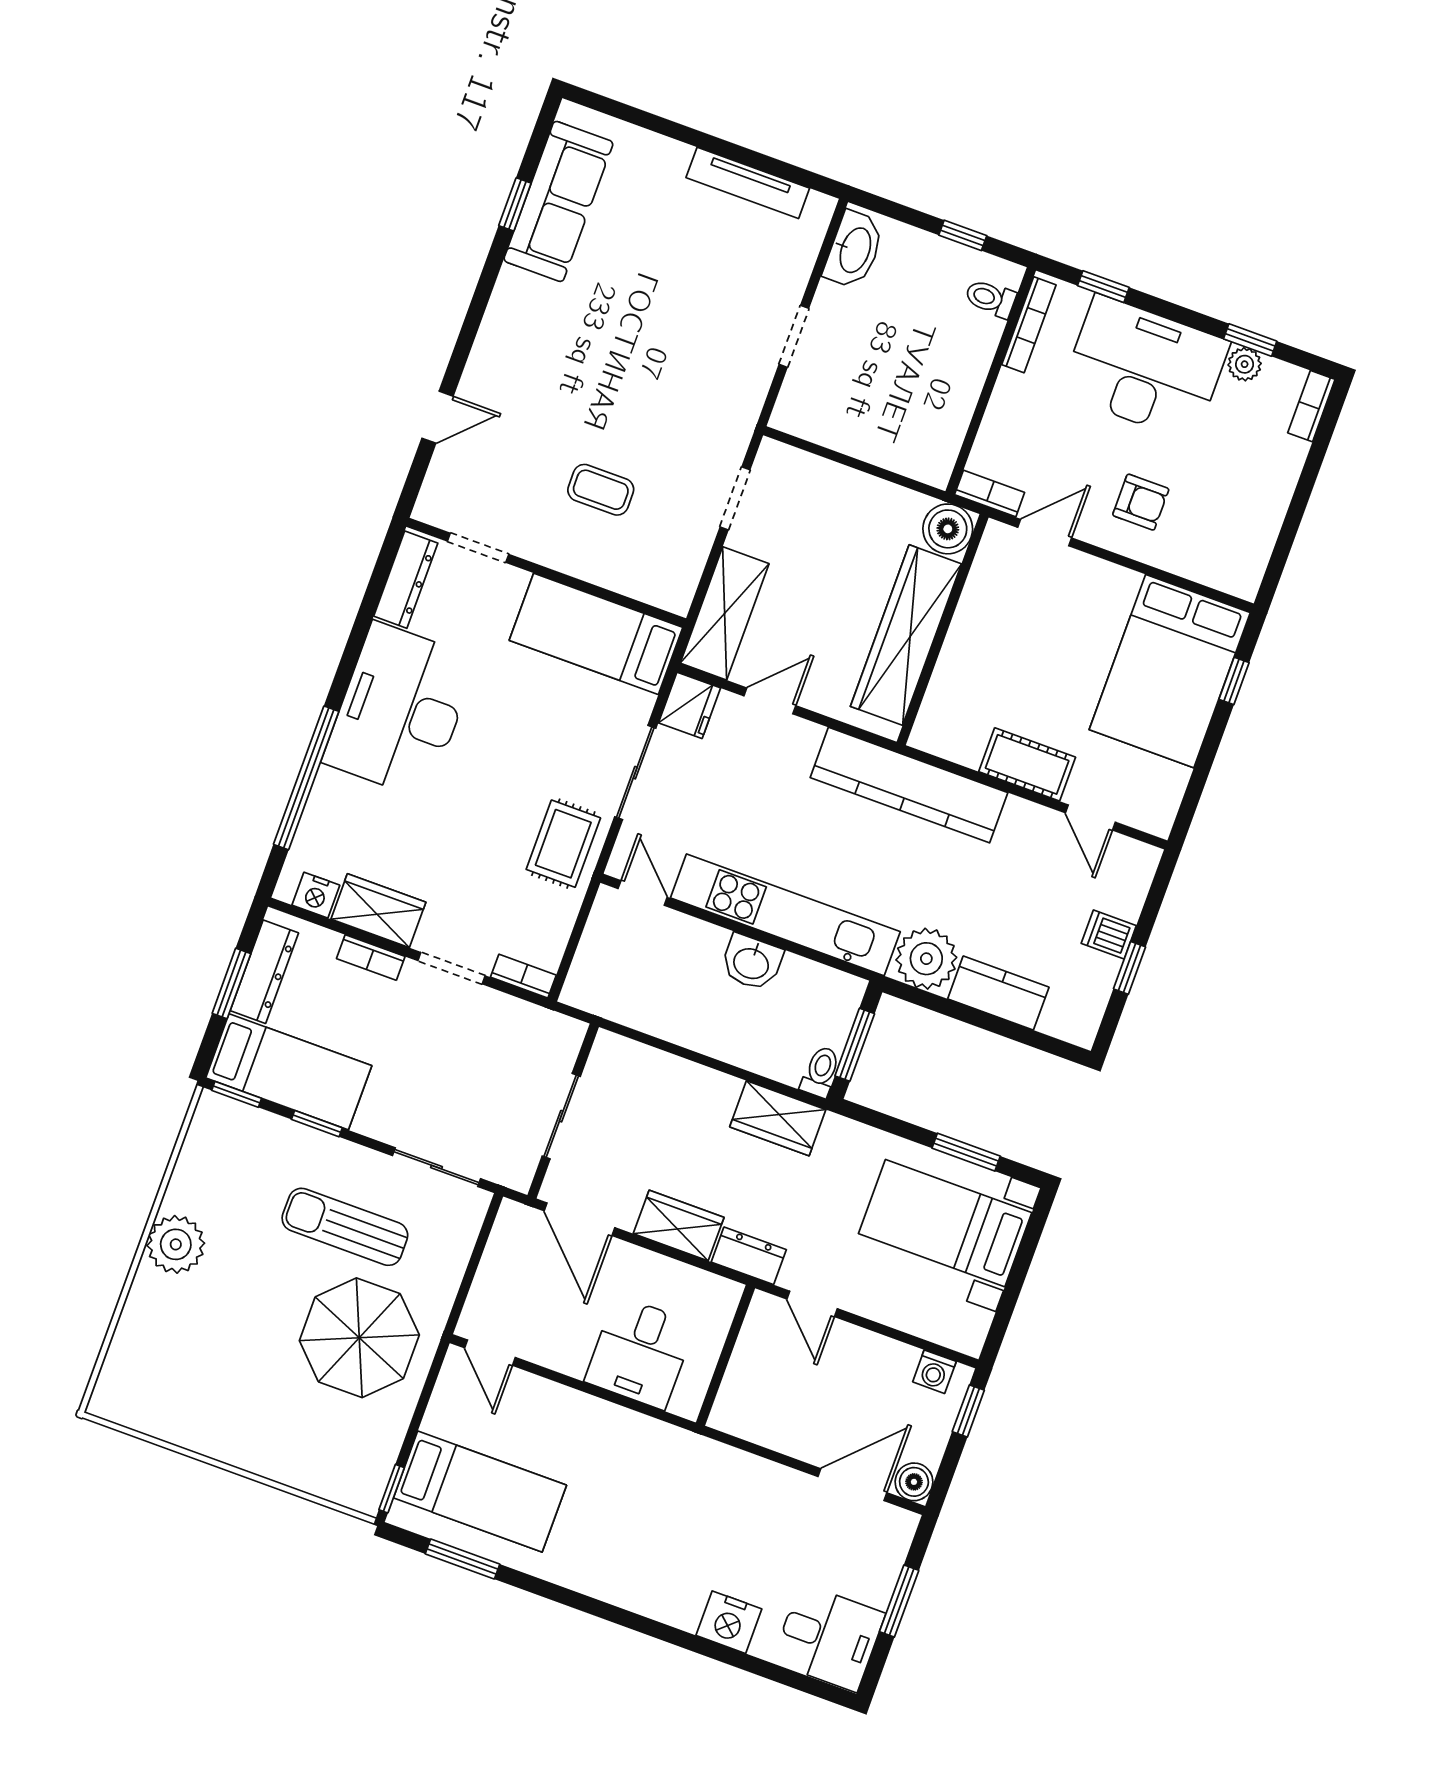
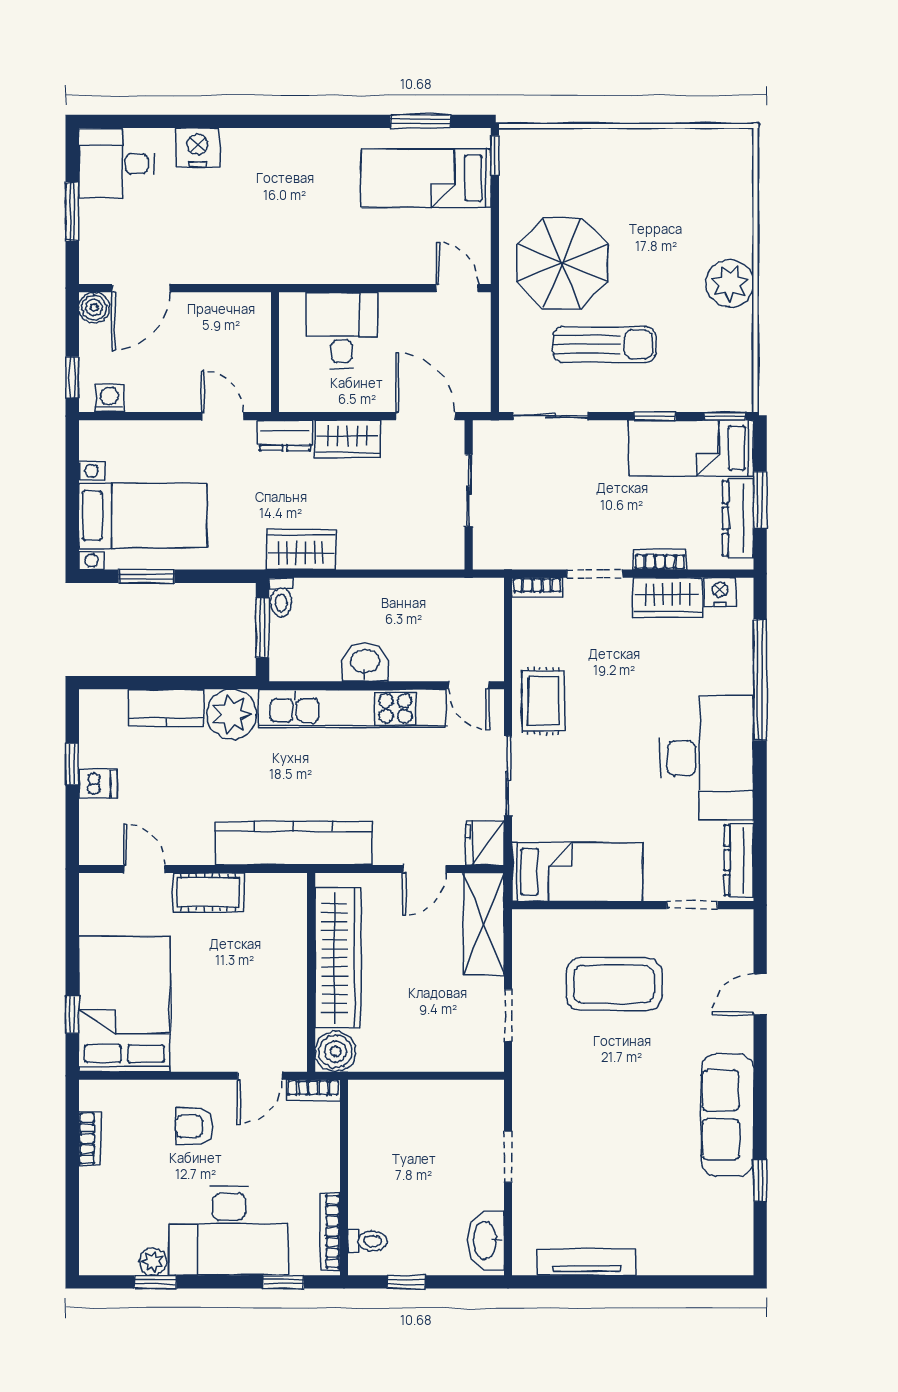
sofa: (558, 201) -> (727, 1115), moved
bookcase: (1311, 406) -> (90, 1139), moved
coffee table: (601, 490) -> (614, 984), width x1.86, depth x1.72

